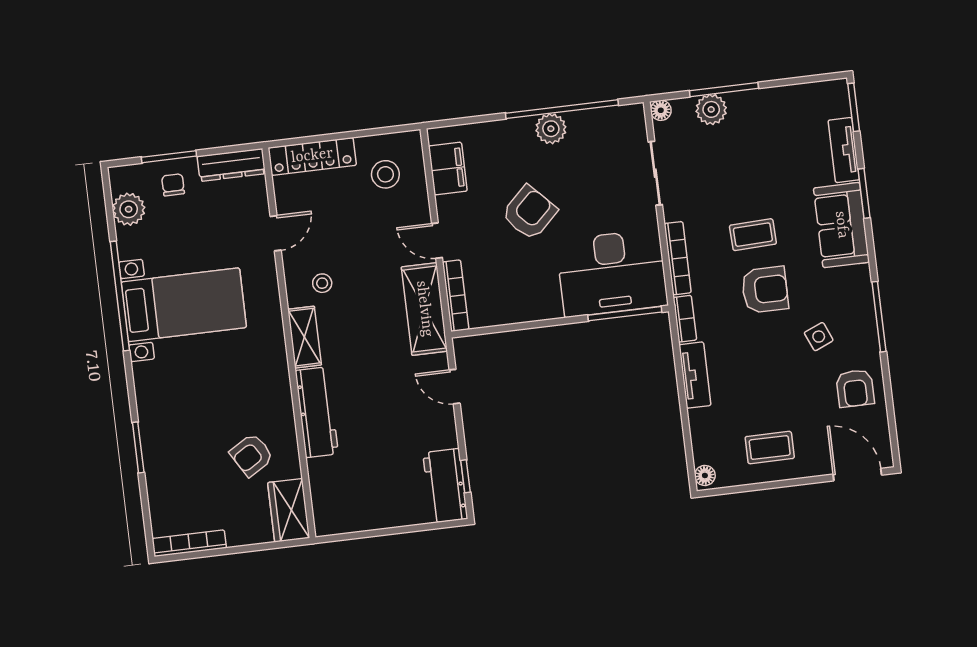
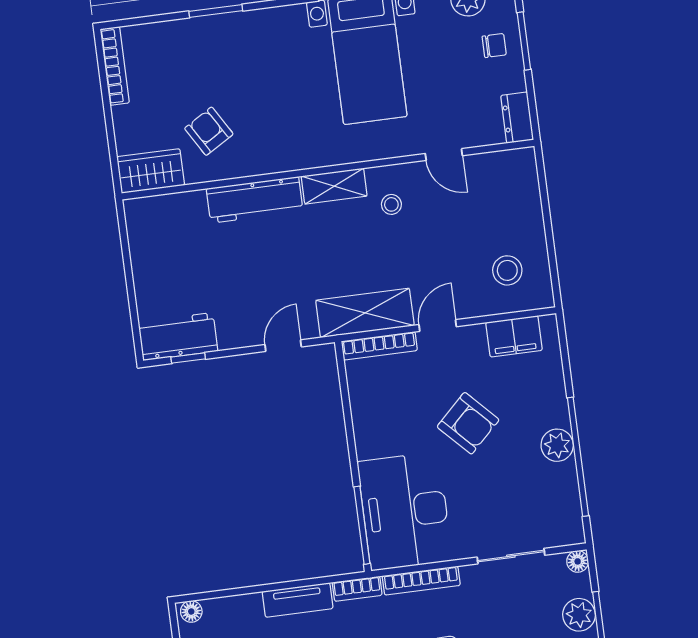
locker: (312, 156) -> (526, 193), removed
dresser: (231, 165) -> (517, 118), width x0.70

